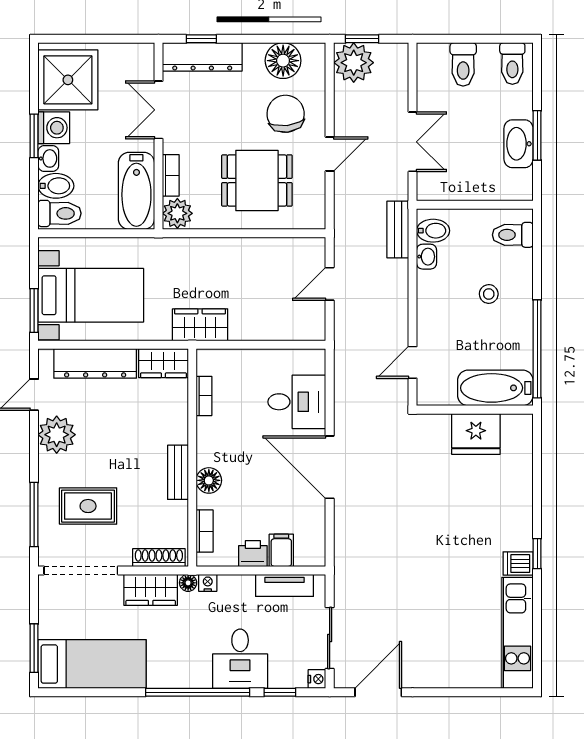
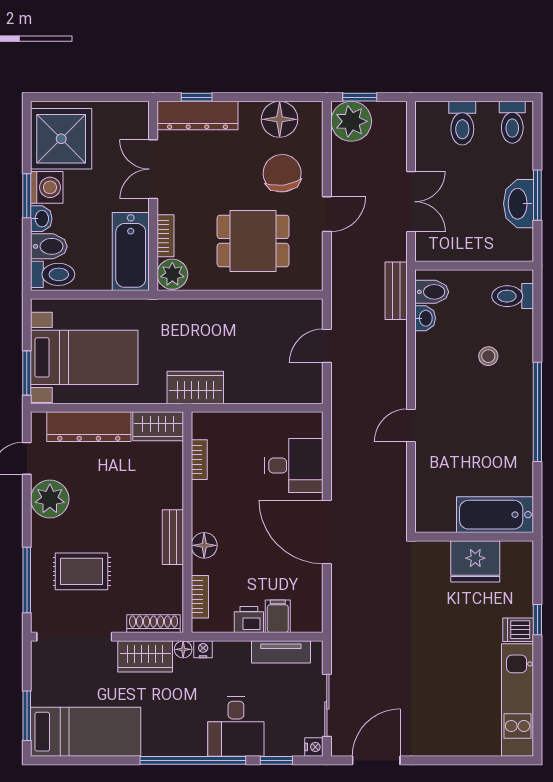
bathtub: (495, 388) -> (495, 515), moved
wall: (475, 410) -> (474, 537), moved
fridge: (476, 434) -> (475, 561), moved

